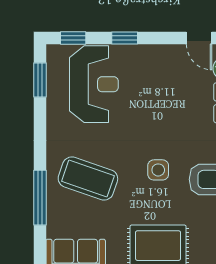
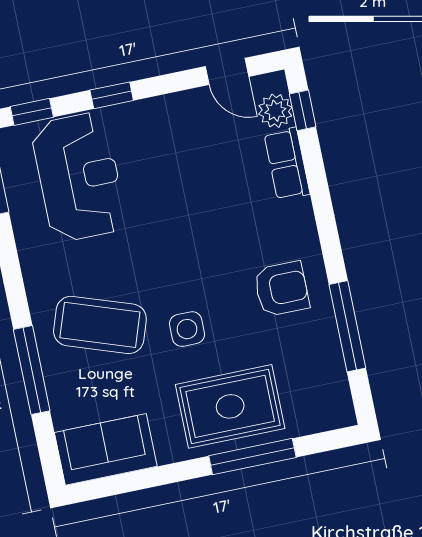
side table: (158, 170) -> (187, 329), moved

